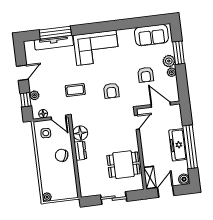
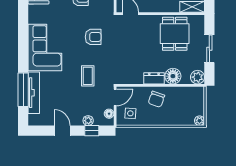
floor lamp: (80, 133) -> (173, 76), moved
plant: (86, 190) -> (198, 77), added

